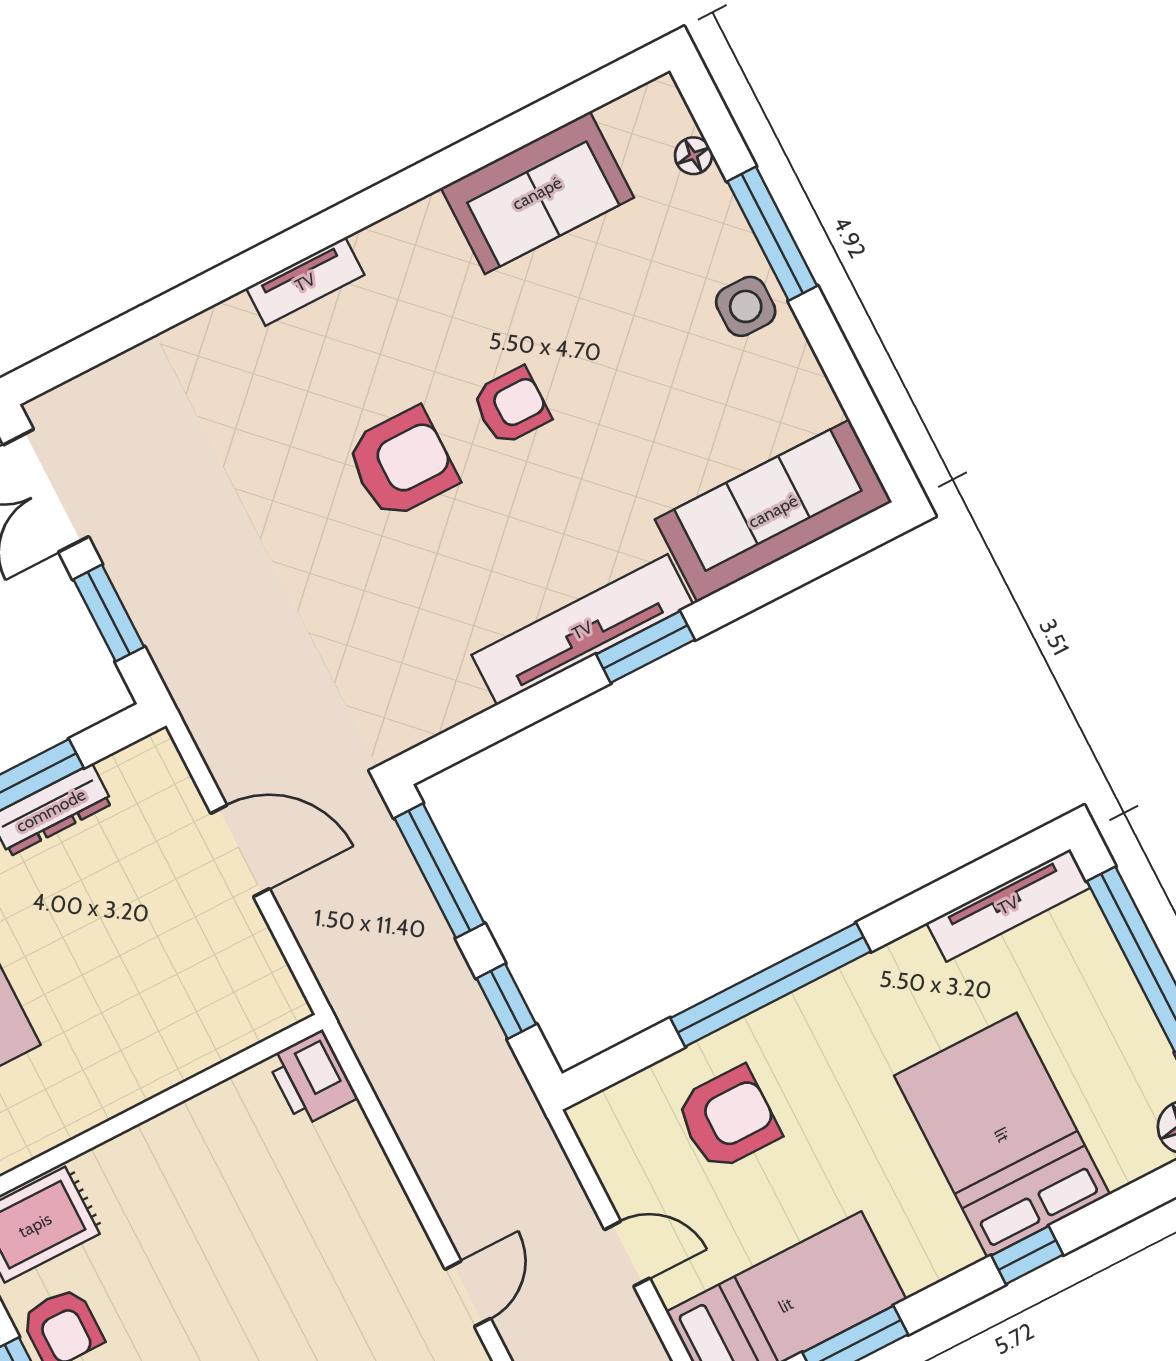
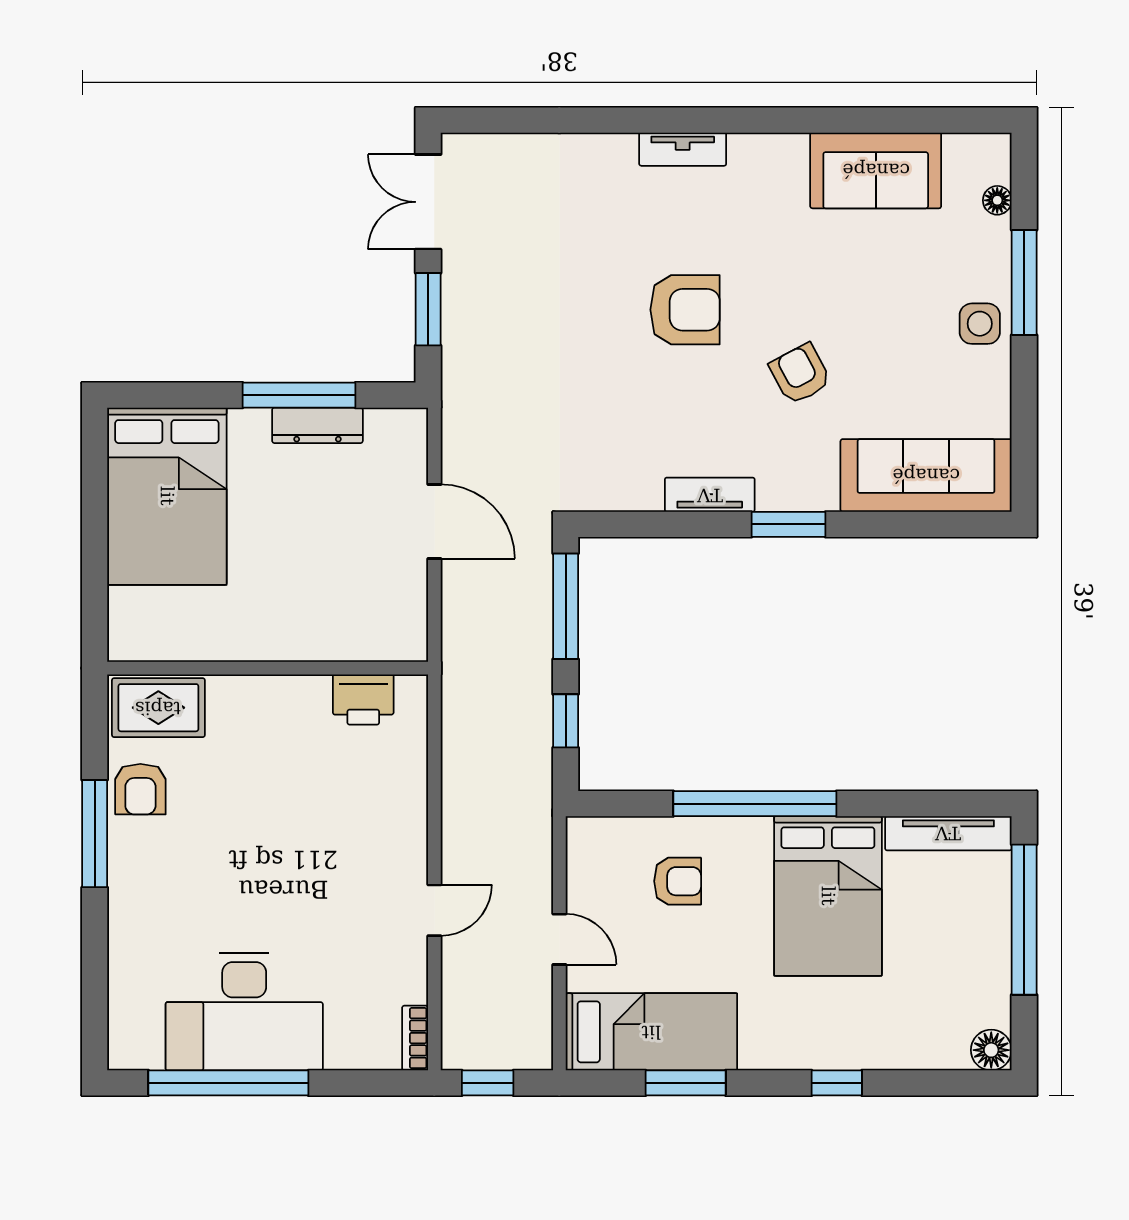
armchair: (511, 406) -> (800, 374), moved, turned -118
tv unit: (582, 630) -> (710, 495), width x0.52, depth x0.78
printer: (312, 1078) -> (363, 700), moved, turned -90
armchair: (728, 1118) -> (678, 881), width x0.72, depth x0.72
bed: (1002, 1135) -> (828, 896), moved, turned 180

